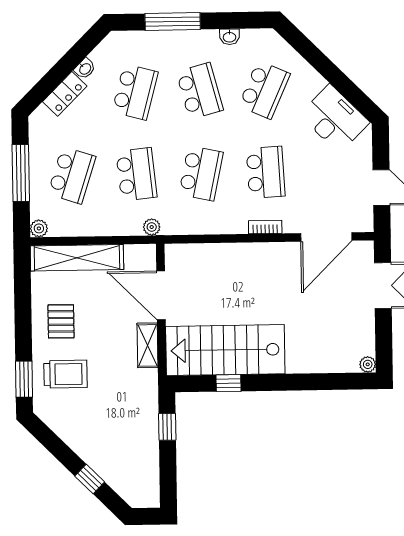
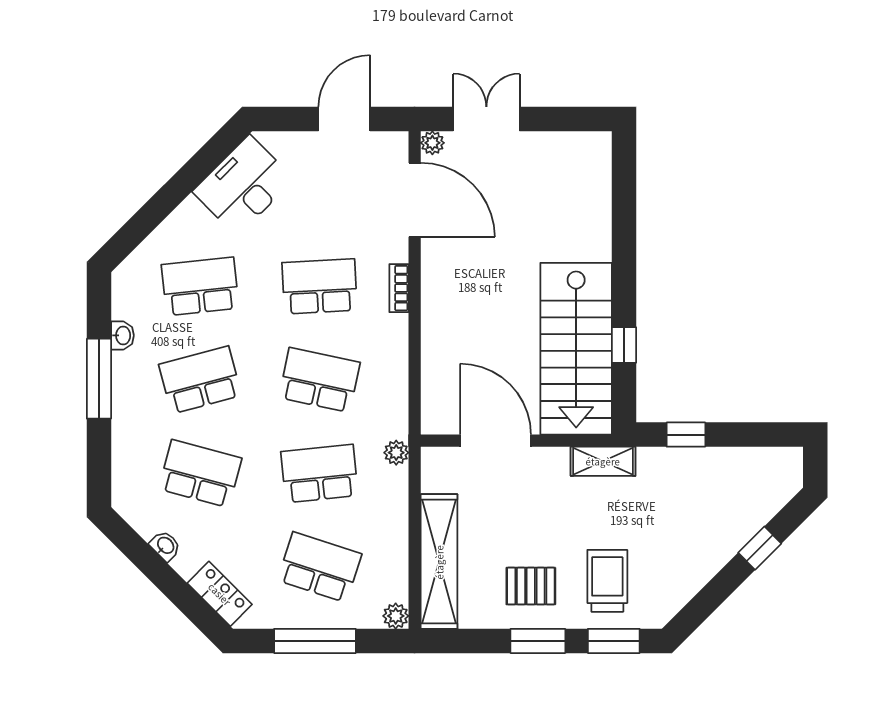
window: (173, 21) -> (99, 379), moved
school desk: (264, 90) -> (200, 286), turned -30
locker: (65, 94) -> (220, 594), moved
door: (161, 295) -> (495, 441), swing flipped
window: (23, 327) -> (538, 641), added
shelving: (148, 345) -> (603, 461), moved
plant: (368, 364) -> (432, 143), moved

